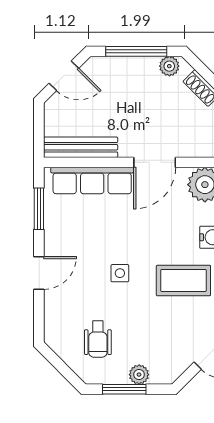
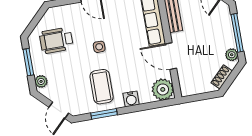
wheelchair: (98, 339) -> (56, 40), width x1.36, depth x1.37
plant: (139, 375) -> (41, 81), moved

